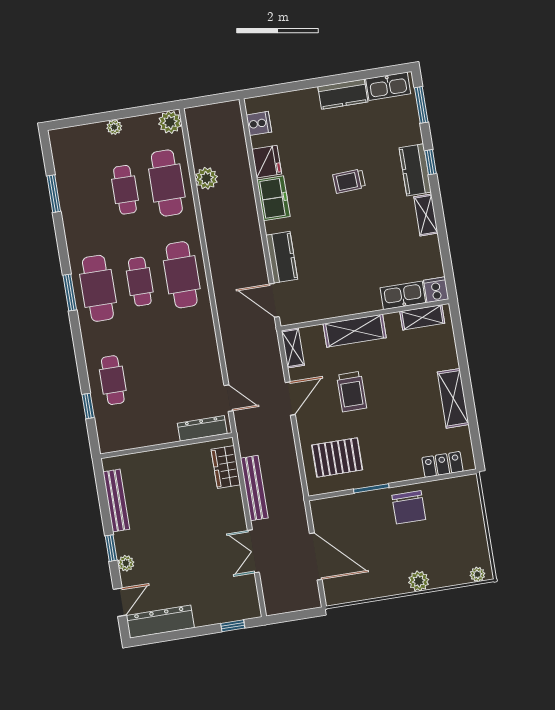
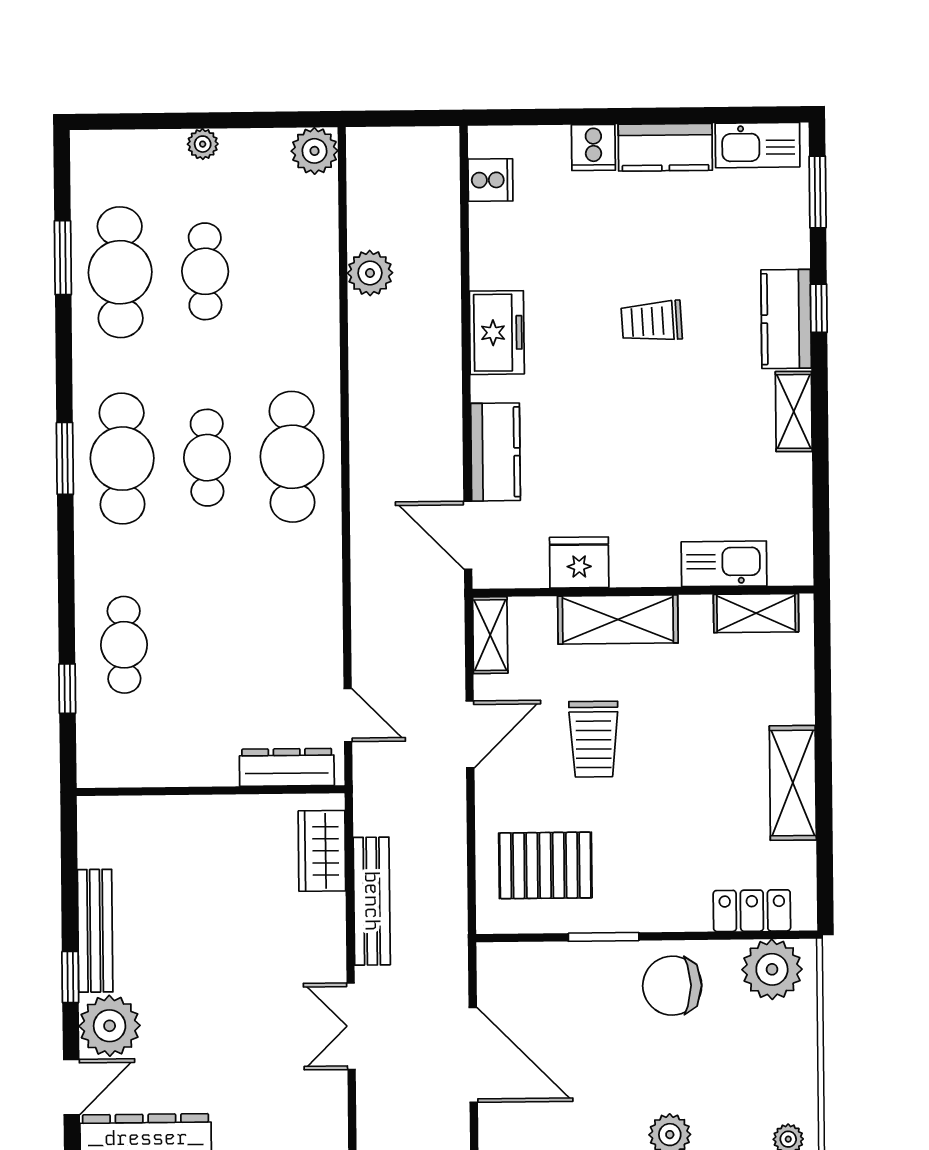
fridge: (267, 162) -> (579, 562), moved, turned -90
cafe table: (167, 183) -> (120, 272), moved
cooker: (436, 290) -> (593, 148), moved, turned 180
plant: (457, 492) -> (772, 969), added
bench: (116, 501) -> (95, 931), moved
chair: (409, 507) -> (672, 986), turned 90
plant: (126, 563) -> (110, 1026), width x1.87, depth x1.87

